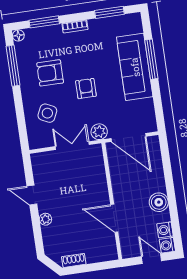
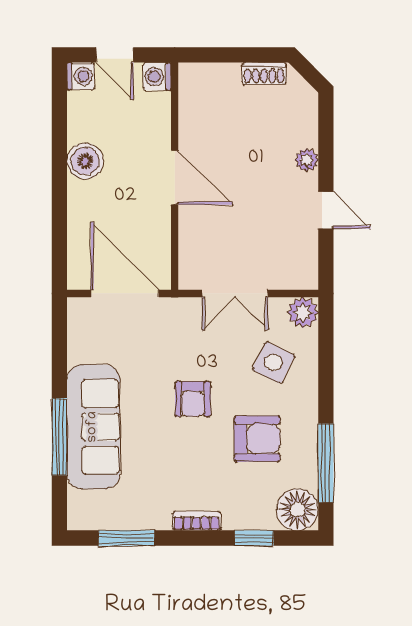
window: (44, 22) -> (254, 538), width x0.67
floor lamp: (18, 35) -> (297, 510), width x1.89, depth x1.89
plant: (99, 132) -> (303, 313), moved
door: (114, 218) -> (175, 178), moved
washing machine: (165, 230) -> (157, 76), moved, turned 180

